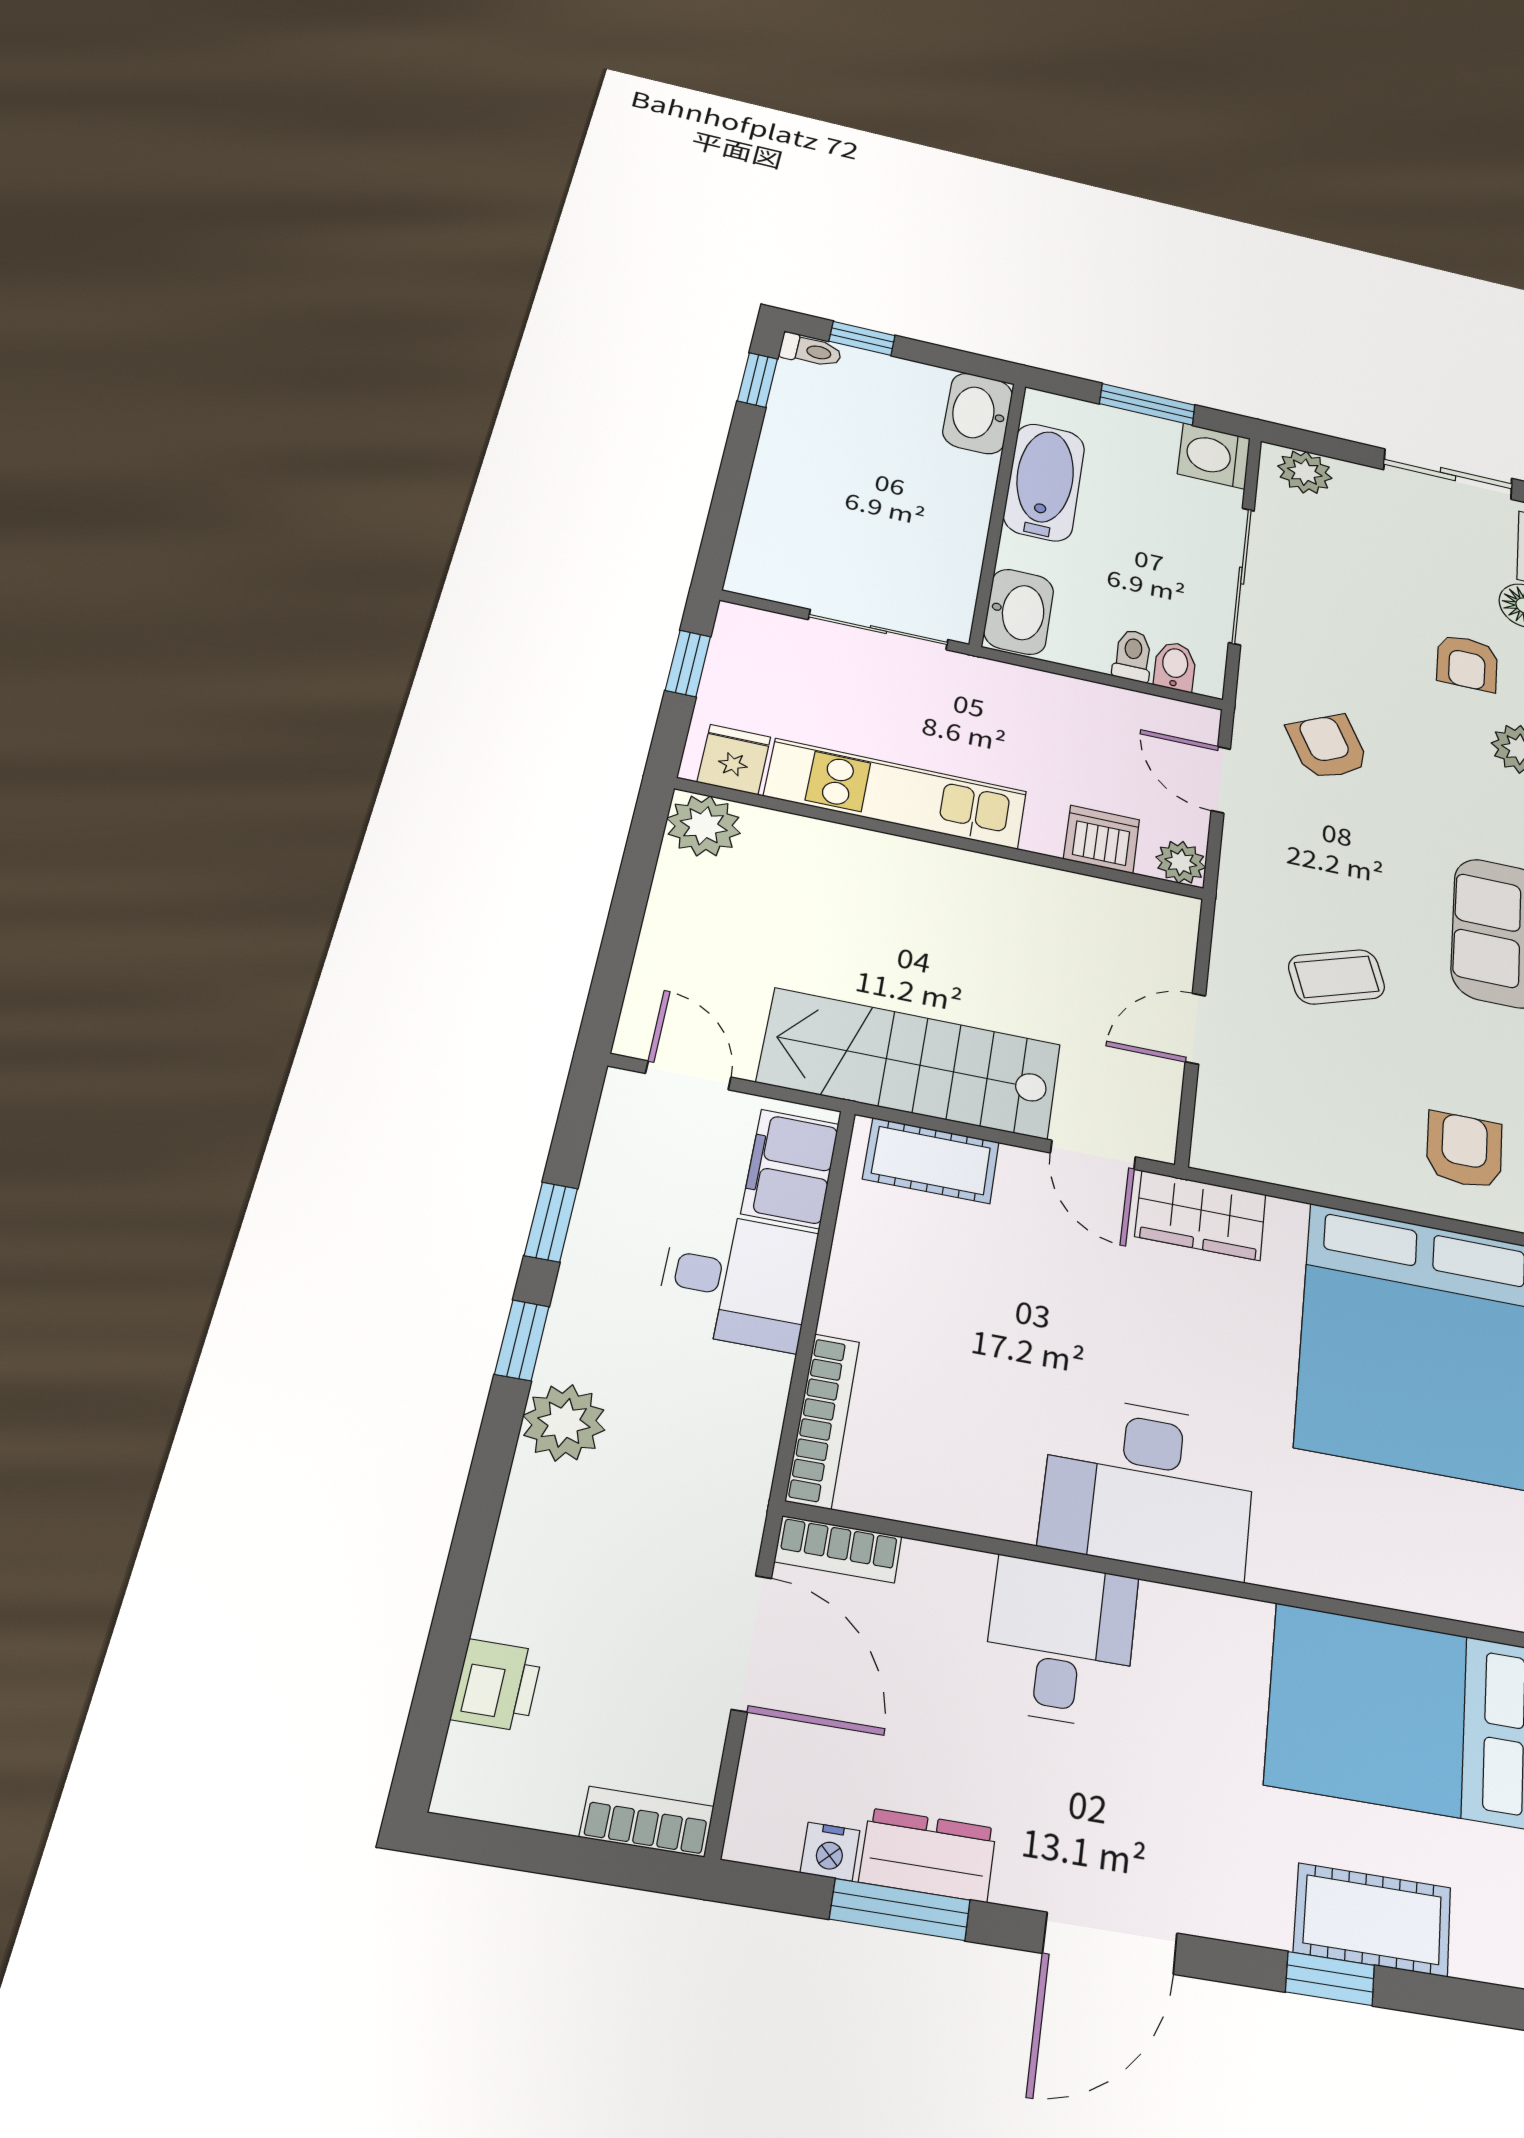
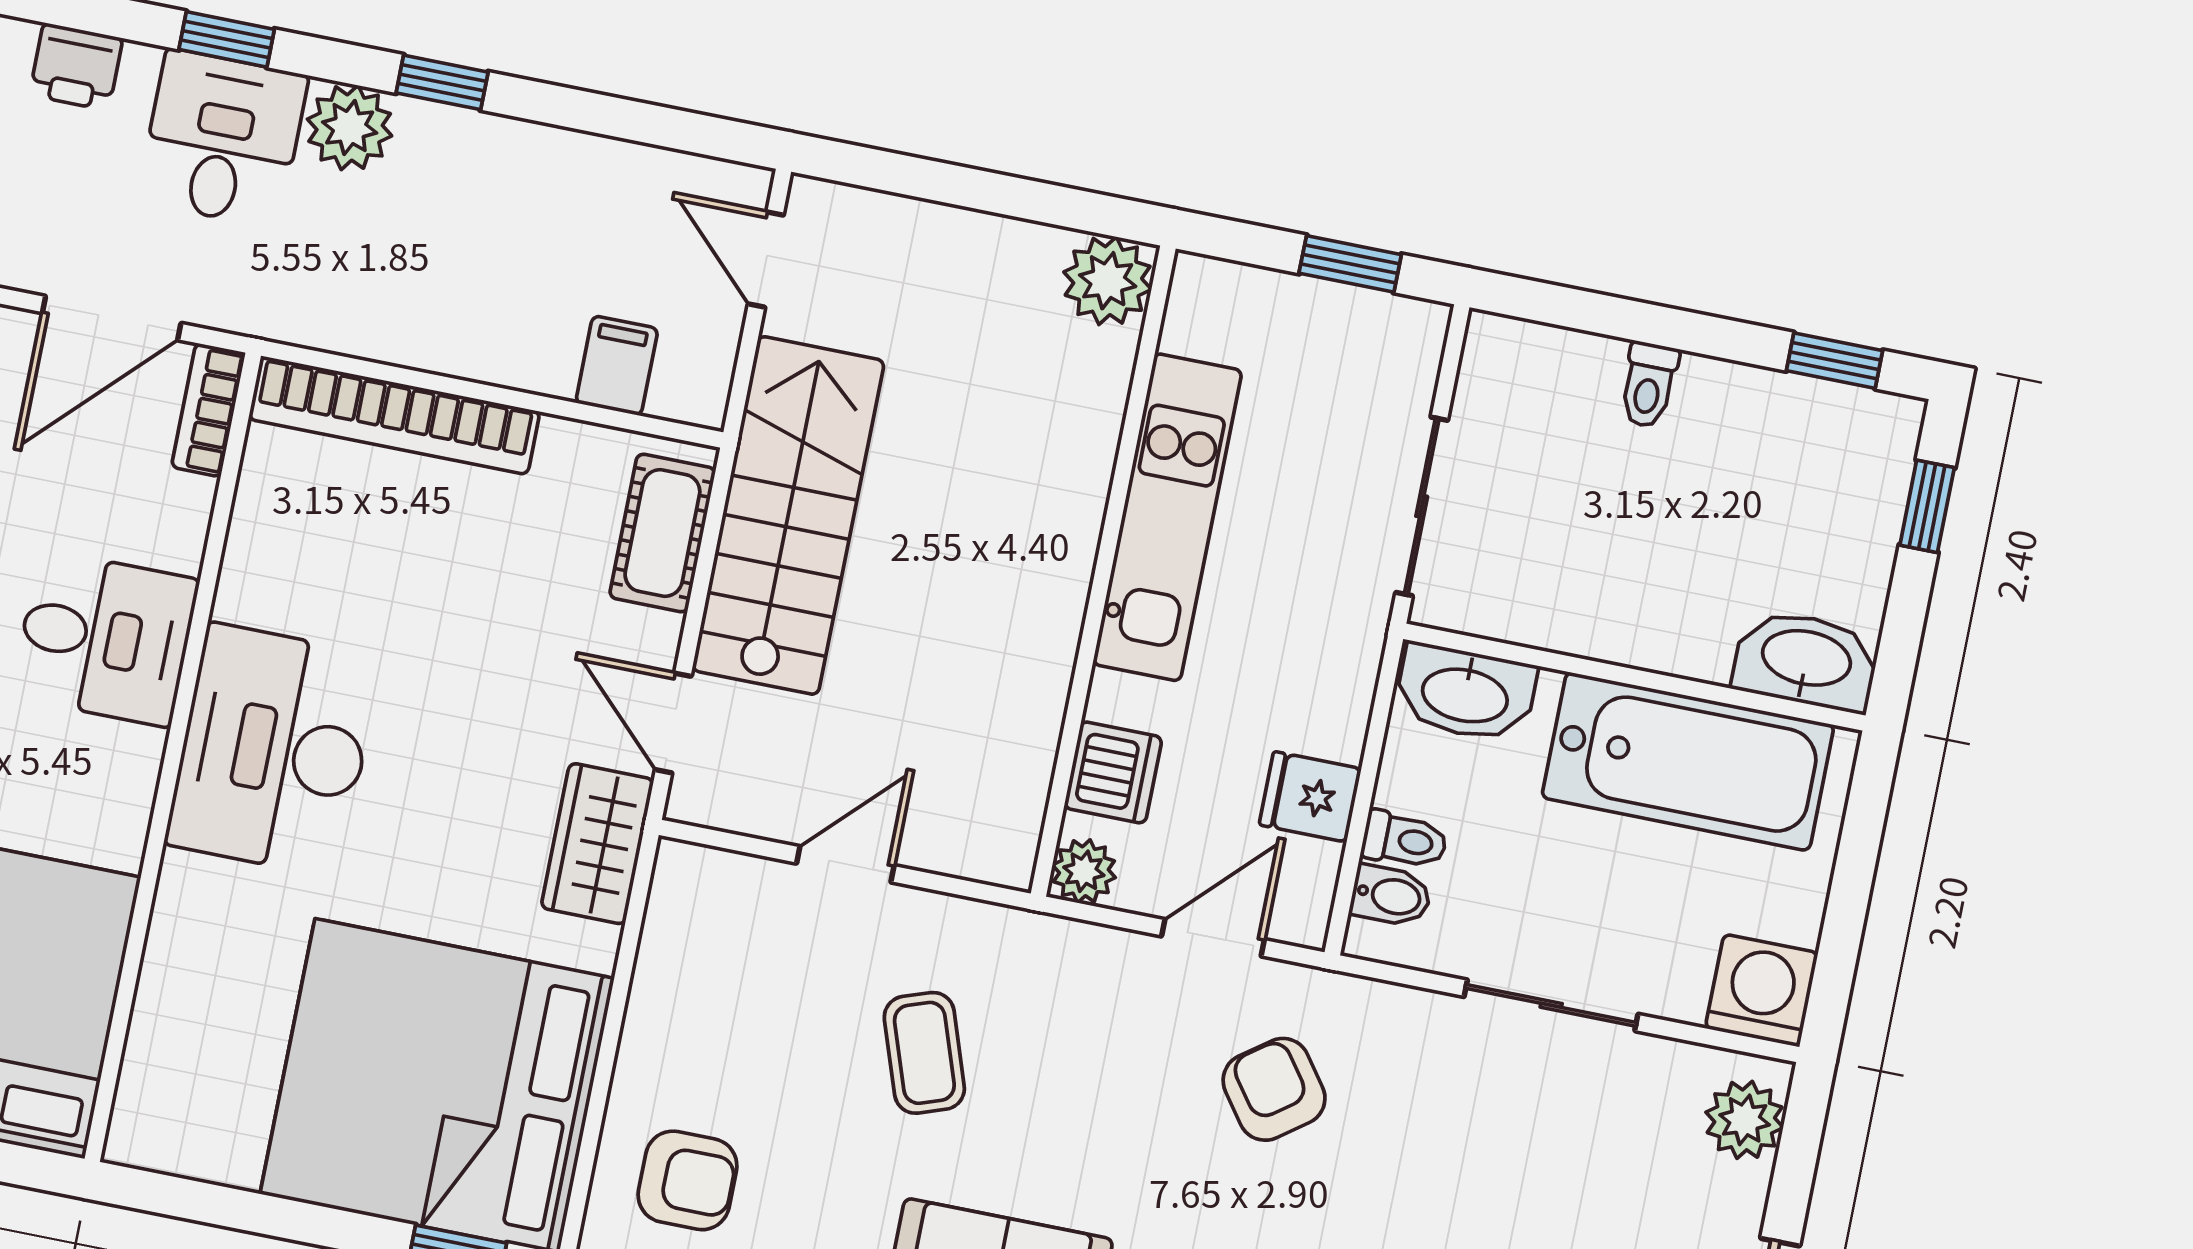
toilet: (811, 351) -> (1649, 385), moved
window: (1147, 404) -> (1848, 904), removed
bathtub: (1044, 482) -> (1688, 761), width x1.36, depth x1.36
sliding door: (1242, 576) -> (1551, 1005), width x0.73
armchair: (1328, 747) -> (1274, 1089), turned -99
fridge: (734, 760) -> (1310, 797), moved, turned 180
door: (1195, 1029) -> (845, 864), hinge flipped
door: (688, 1075) -> (766, 260), swing flipped
door: (1093, 1155) -> (673, 723), hinge flipped
filing cabinet: (790, 1169) -> (617, 366), width x0.50
window: (551, 1222) -> (227, 39), moved
desk: (737, 1280) -> (223, 138), moved, turned 180
bookcase: (823, 1420) -> (394, 415), width x1.48, depth x1.31

